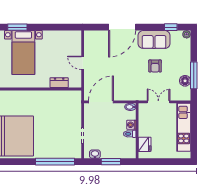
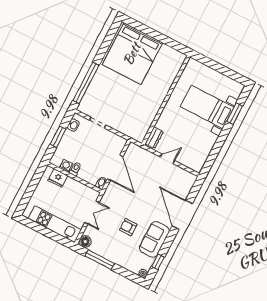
floor lamp: (185, 81) -> (85, 242), moved
dresser: (59, 83) -> (154, 138), moved
door: (101, 102) -> (115, 168), moved
washing machine: (131, 125) -> (66, 166), moved

